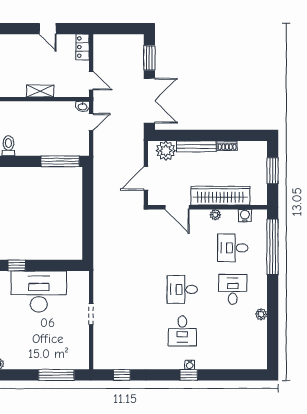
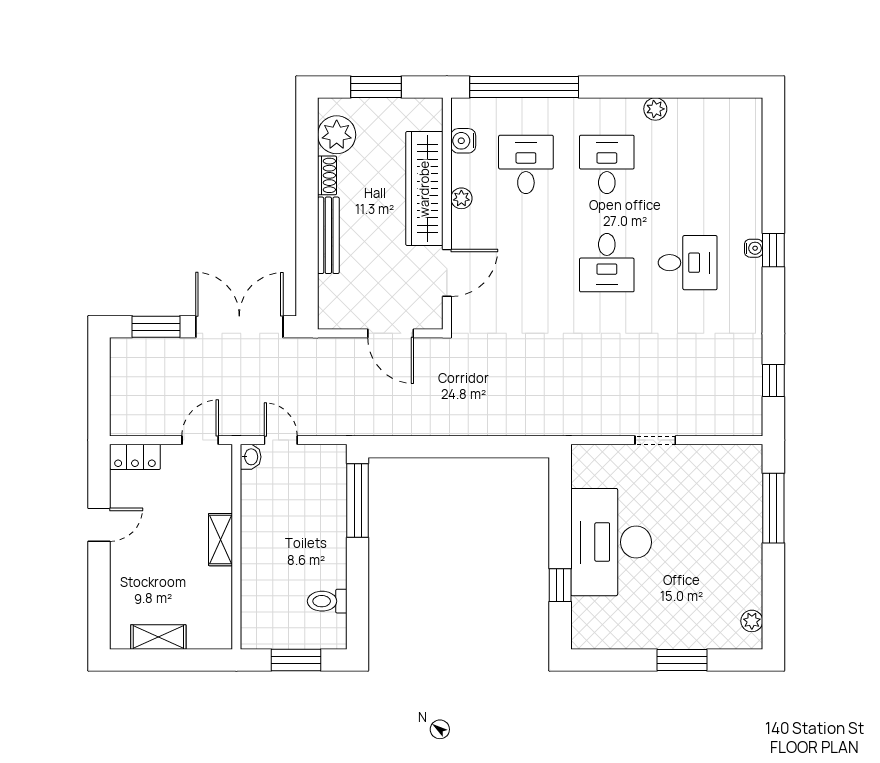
plant: (166, 151) -> (337, 135), moved
desk: (233, 248) -> (526, 164), turned 180
desk: (233, 289) -> (607, 164), turned 90

